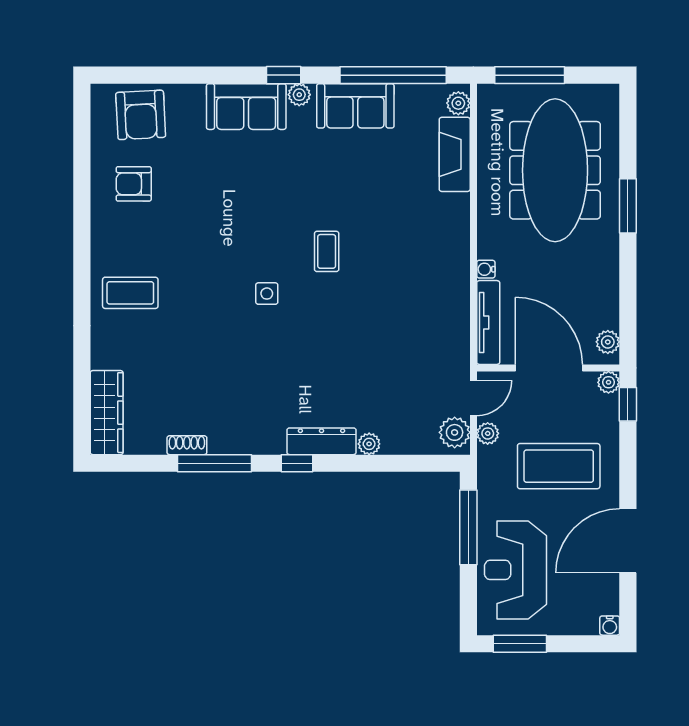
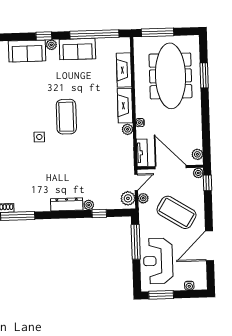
plant: (458, 103) -> (128, 129), moved
window: (628, 206) -> (204, 75), moved
fireplace: (455, 232) -> (125, 106), added
coffee table: (327, 251) -> (66, 117), width x1.86, depth x1.72
tv unit: (488, 323) -> (142, 153), width x0.71
window: (297, 463) -> (99, 213), moved
coffee table: (559, 466) -> (176, 212), turned 32
water cooler: (610, 626) -> (189, 286), moved

